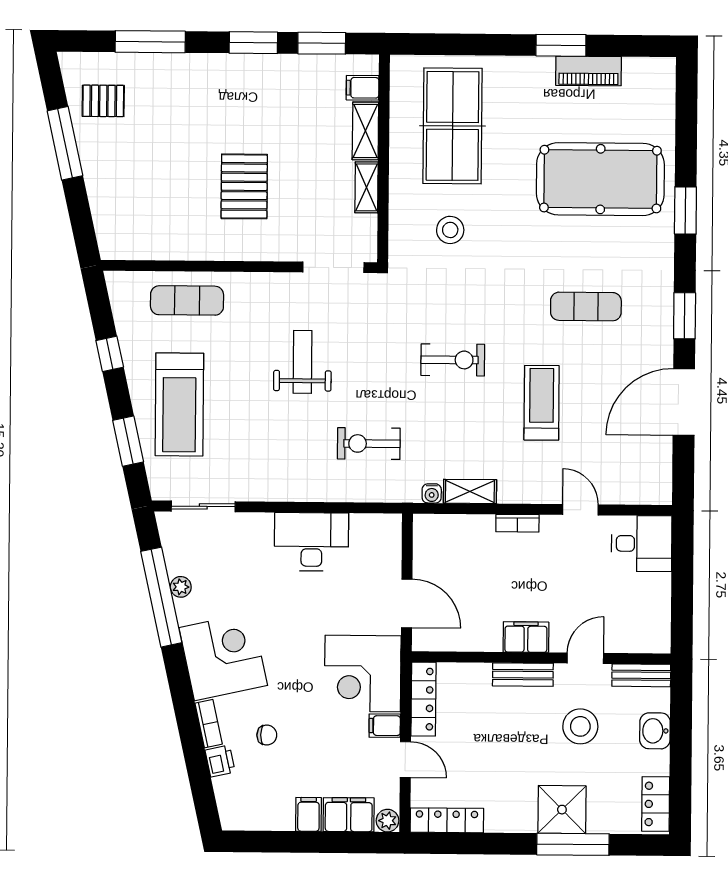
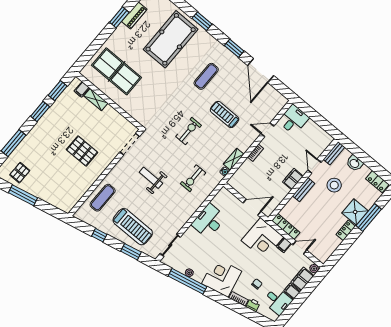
shelving: (367, 187) -> (114, 114), removed
stool: (450, 230) -> (148, 99), removed
desk: (267, 802) -> (278, 301), added
locker: (447, 820) -> (346, 230), moved, width x0.66

